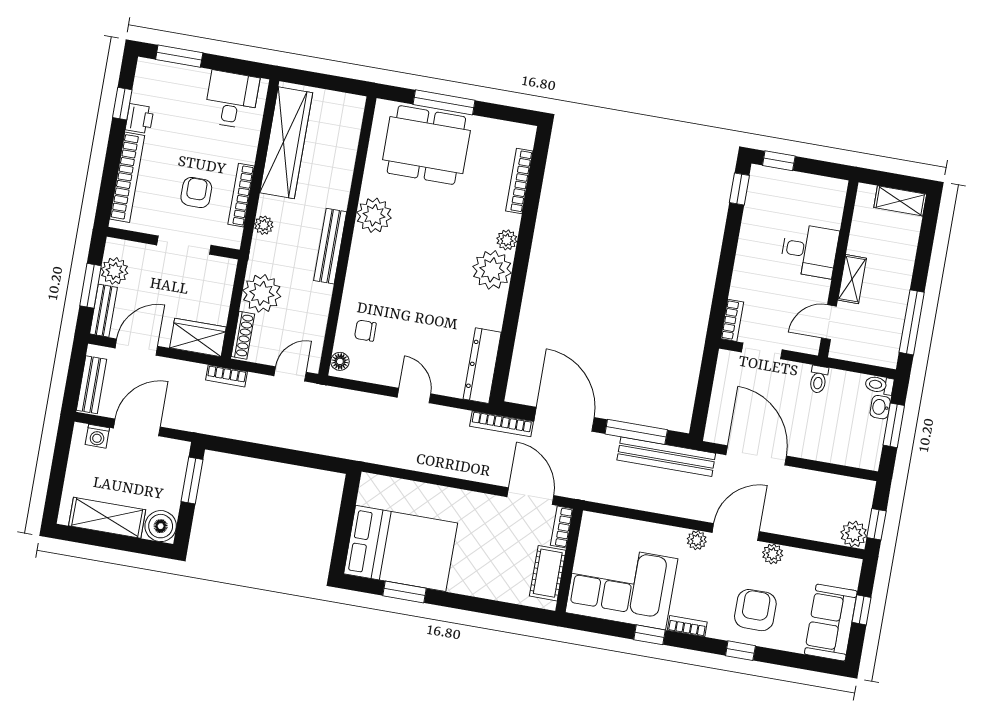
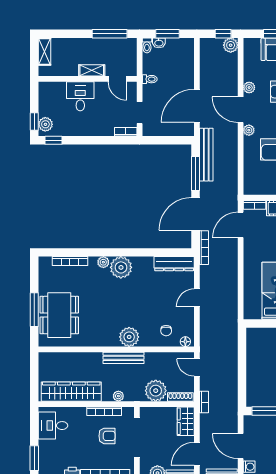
plant: (770, 180) -> (45, 124), added
armchair: (196, 192) -> (107, 436), turned 180
plant: (374, 215) -> (129, 337), moved
doorway: (184, 245) -> (137, 438), width x1.36
door: (136, 347) -> (197, 454), hinge flipped

